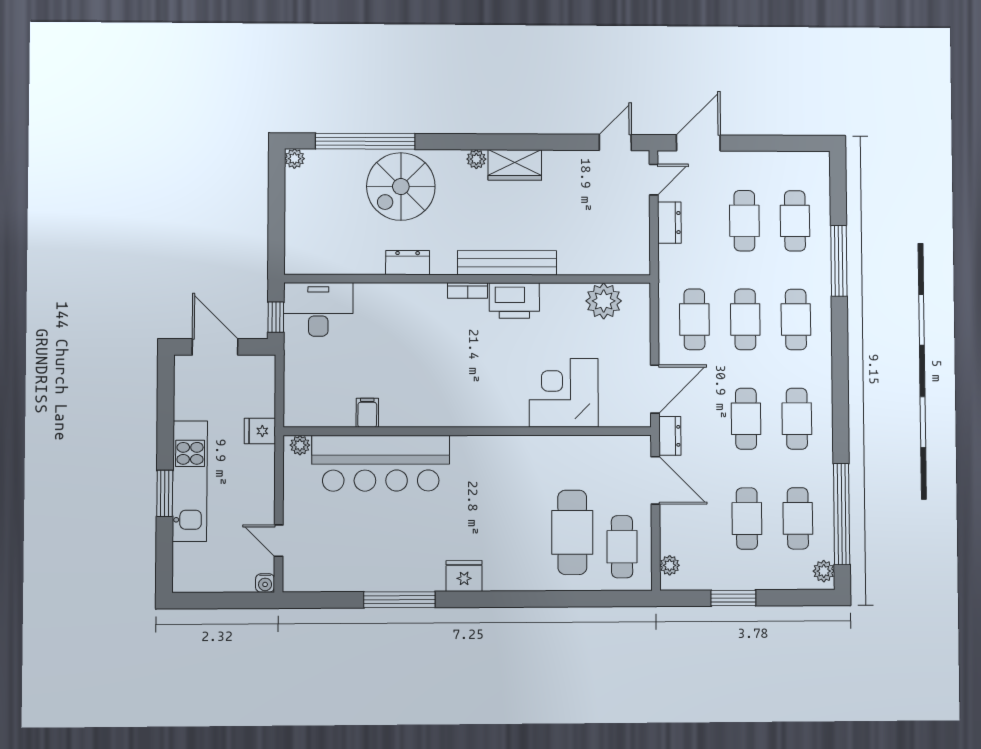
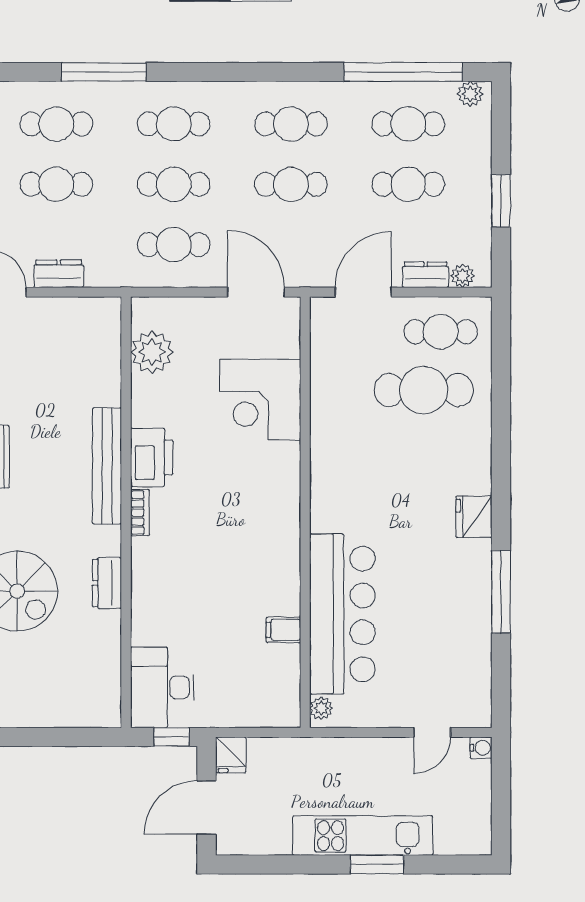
fridge: (260, 431) -> (231, 755), moved
dresser: (670, 436) -> (425, 275), moved

